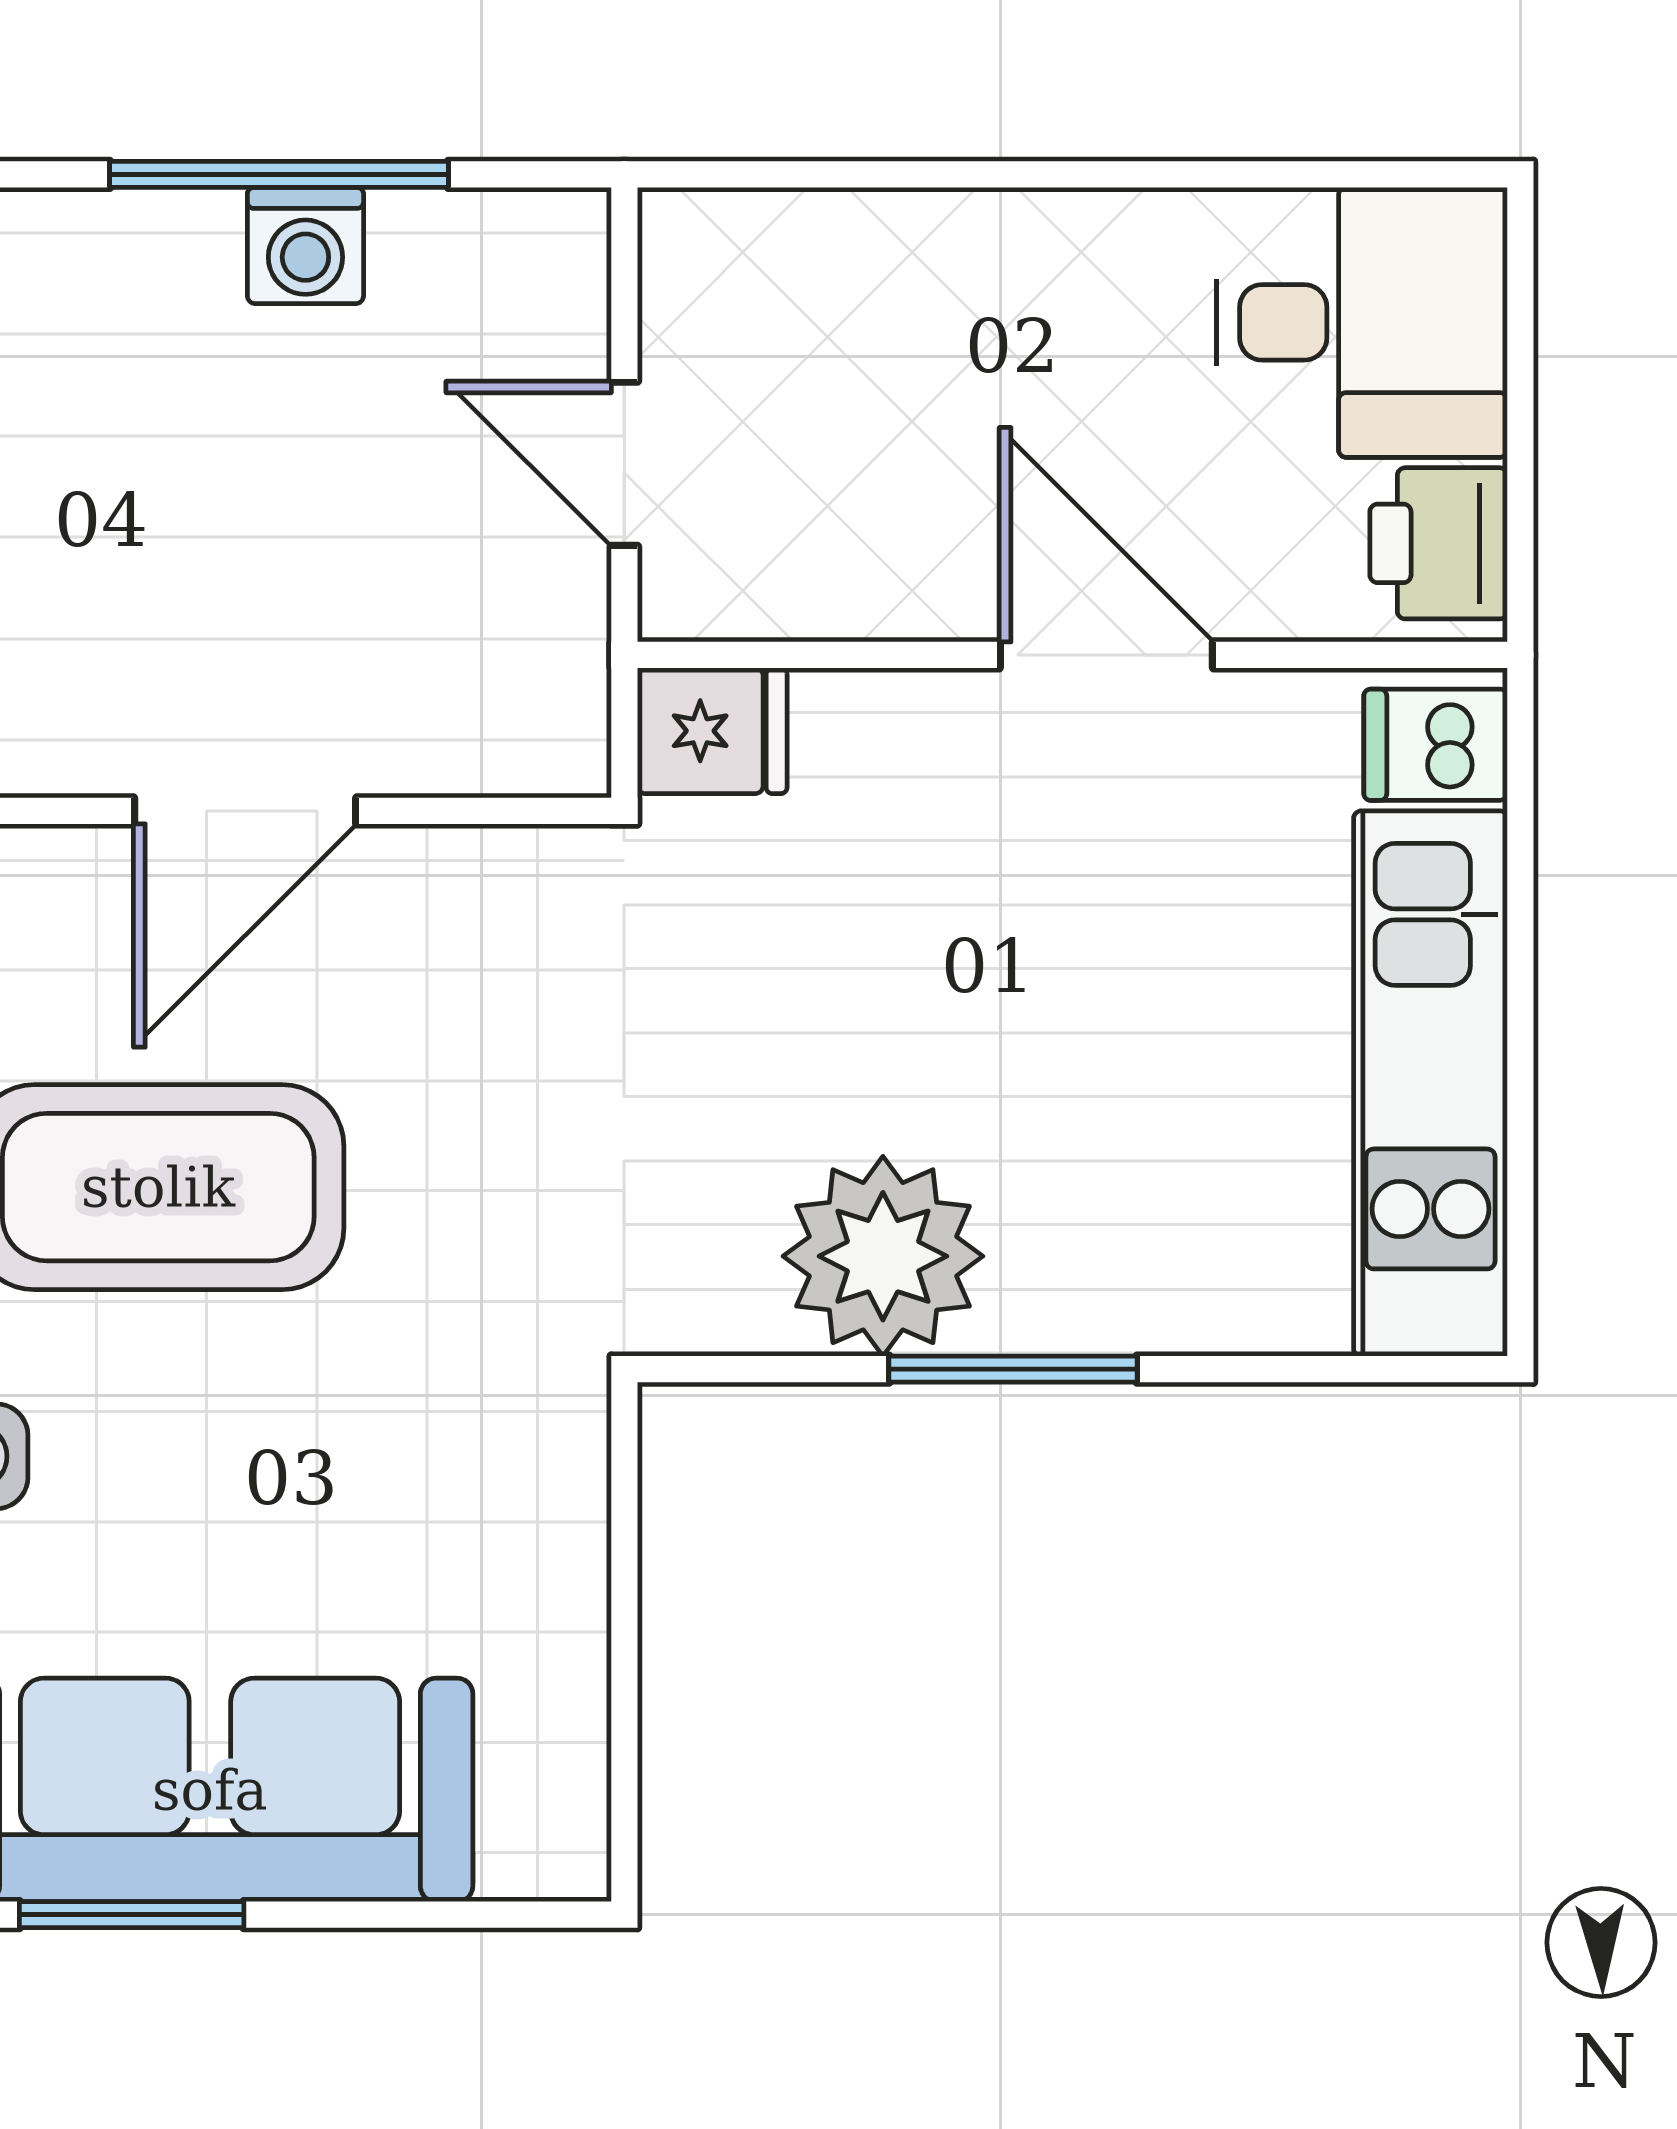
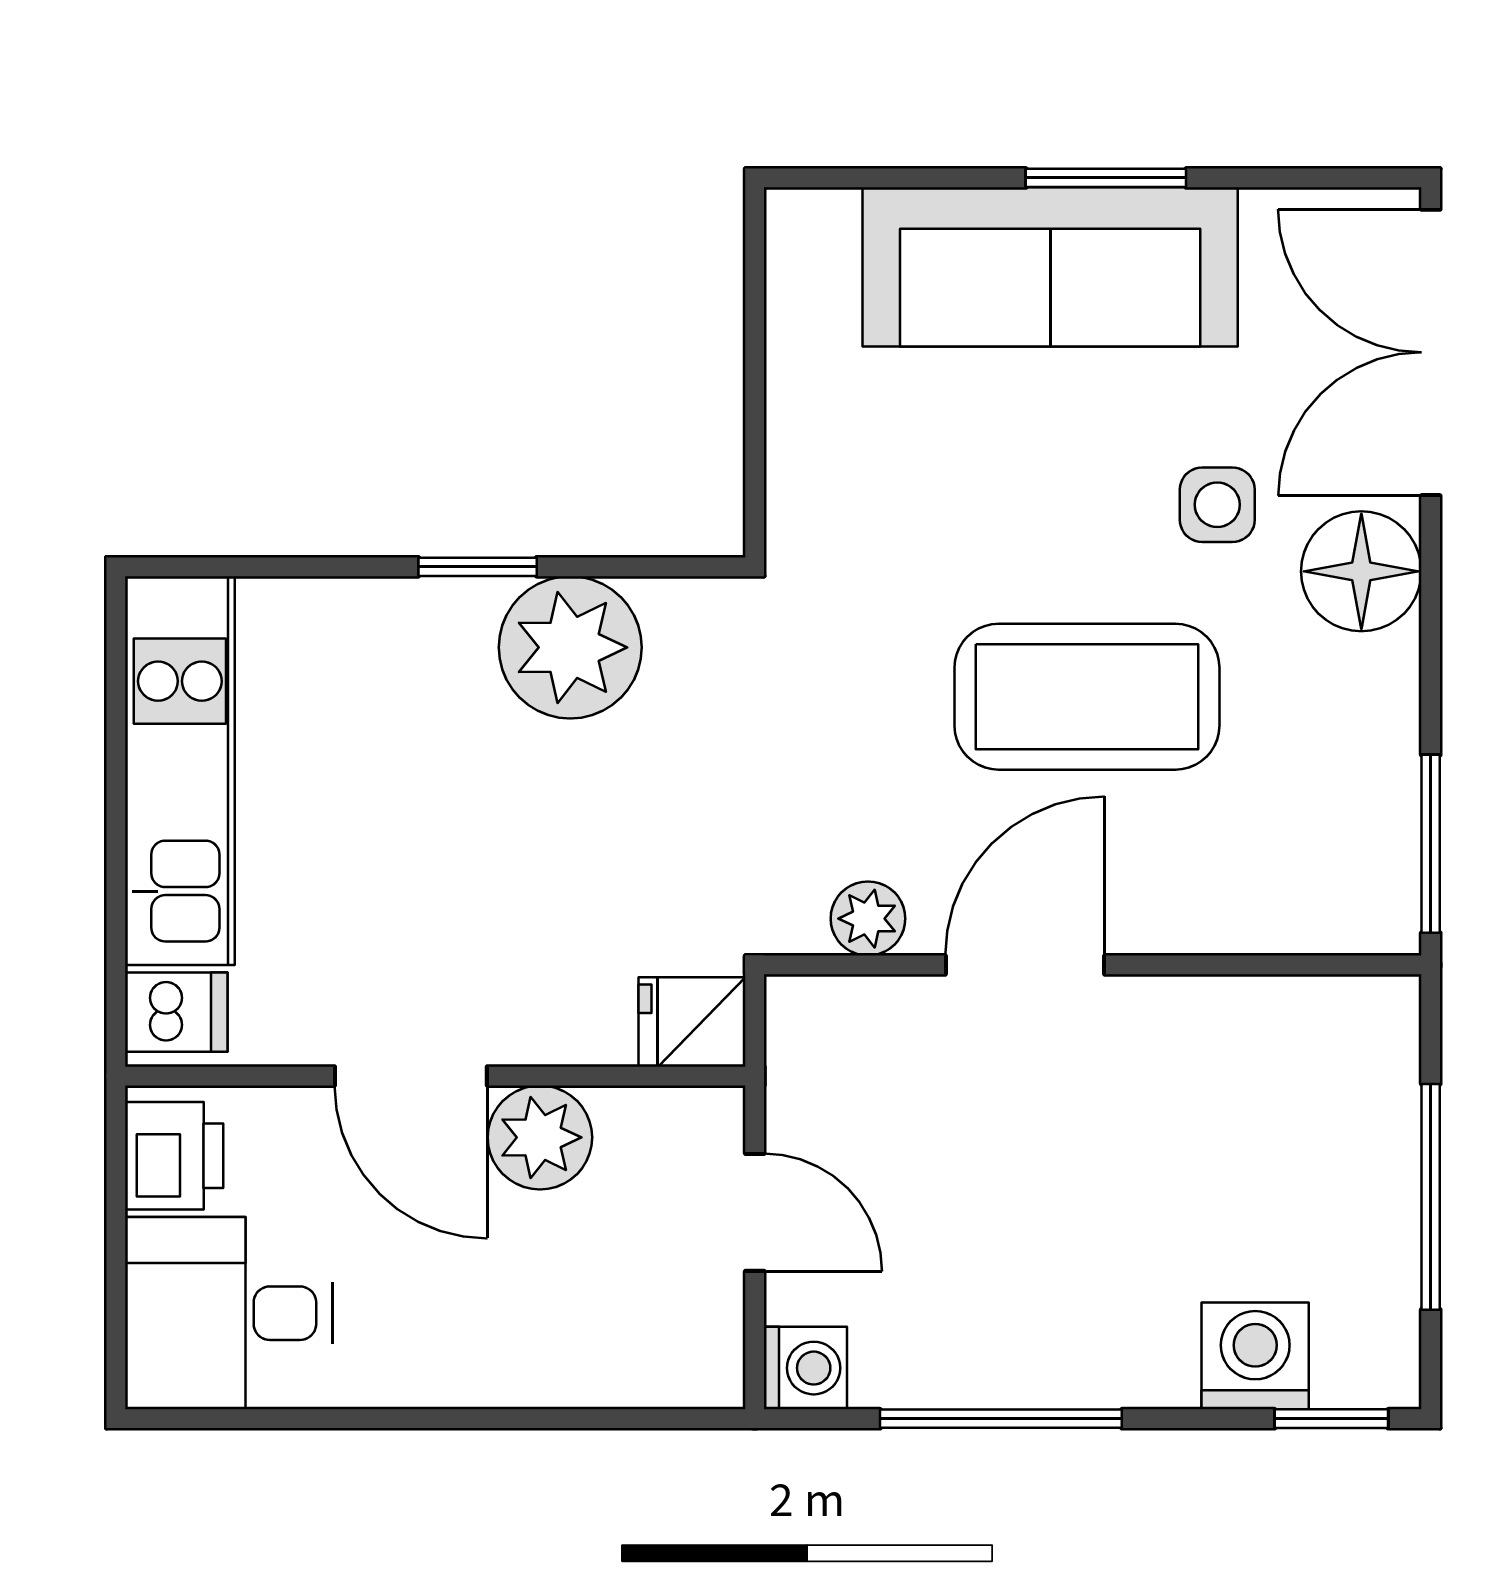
washing machine: (305, 246) -> (805, 1368), moved, turned 90
plant: (926, 569) -> (540, 1137), added
plant: (465, 876) -> (868, 919), added
window: (1013, 1369) -> (478, 567), width x0.67

